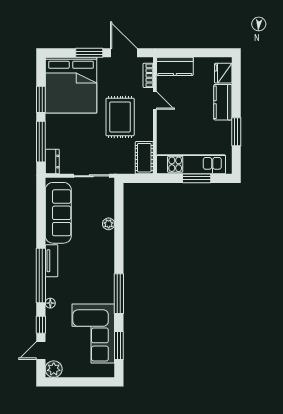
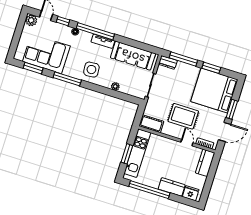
door: (155, 100) -> (187, 143), swing flipped
window: (236, 132) -> (149, 190), width x2.11
side table: (95, 264) -> (91, 70), added

